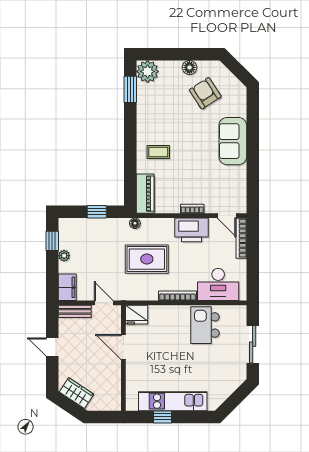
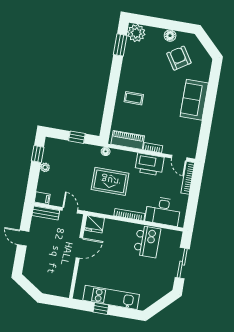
piano: (145, 194) -> (128, 140), moved, turned -90
filing cabinet: (67, 287) -> (42, 198), width x0.50
kitchen island: (205, 325) -> (147, 242), turned 180
door: (123, 347) -> (79, 248), swing flipped
wardrobe: (77, 393) -> (36, 278), removed

